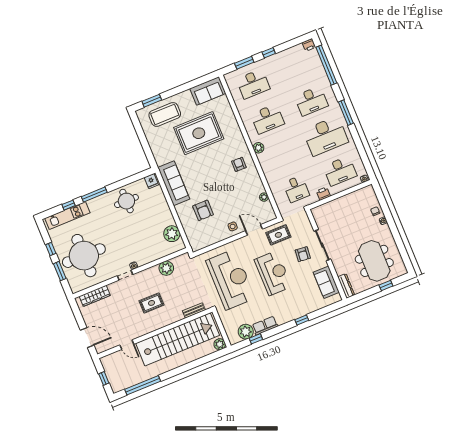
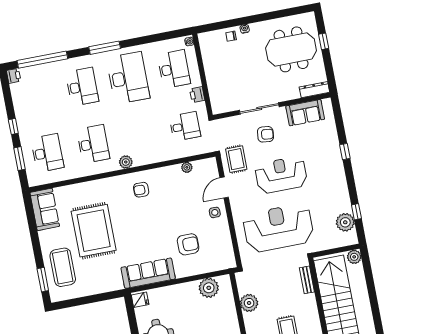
row of seats: (265, 326) -> (343, 197), removed

